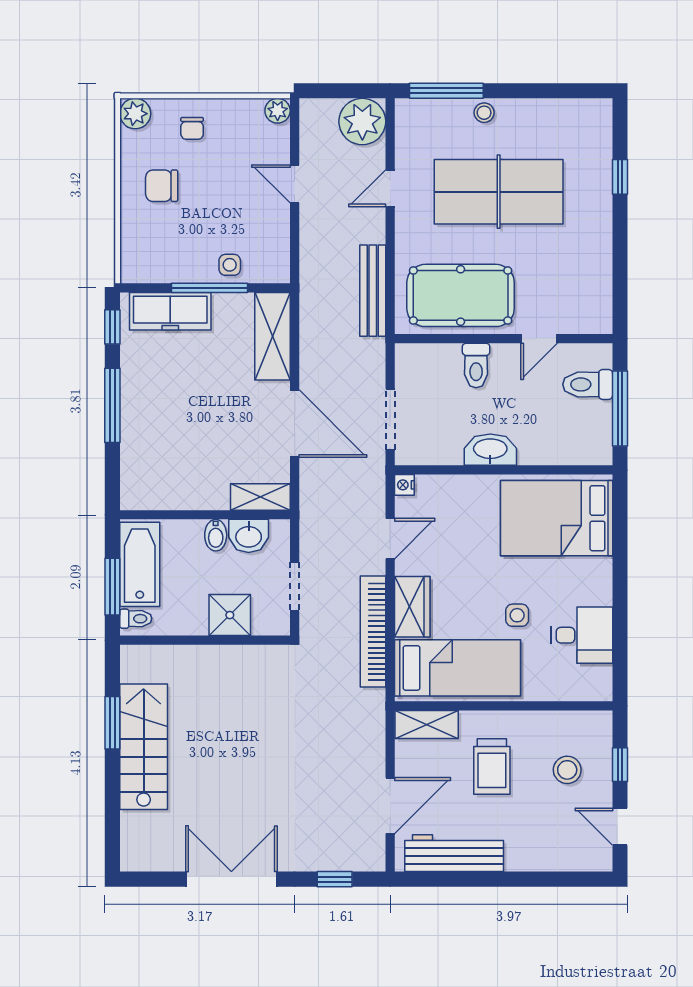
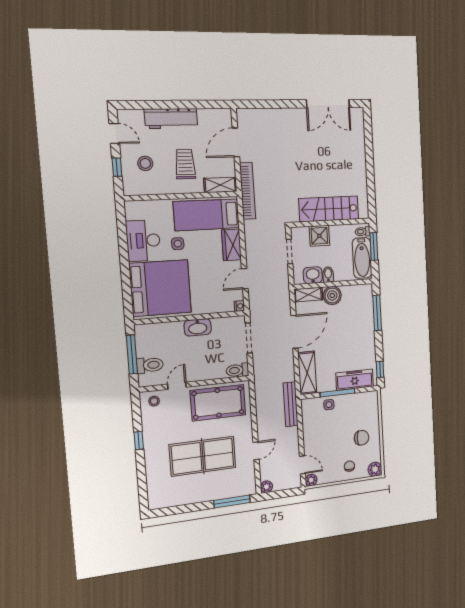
stool: (484, 113) -> (154, 401), moved
plant: (362, 122) -> (267, 487), width x0.53, depth x0.53
window: (620, 177) -> (139, 441), moved
door: (295, 184) -> (302, 465), moved
bench: (373, 291) -> (291, 404), moved
toilet: (476, 365) -> (238, 370), moved, turned -90
window: (112, 405) -> (377, 313), moved
door: (295, 423) -> (294, 332), swing flipped
boiler: (209, 491) -> (332, 295), added
bed: (557, 518) -> (160, 288), width x1.36
bookcase: (373, 632) -> (248, 191), moved
desk: (582, 635) -> (143, 241), width x1.37
window: (112, 723) -> (371, 180), removed
stairs: (144, 747) -> (329, 209), moved, turned 90
workbench: (454, 853) -> (171, 119), moved
double door: (231, 879) -> (328, 104), moved
window: (335, 879) -> (261, 104), removed

